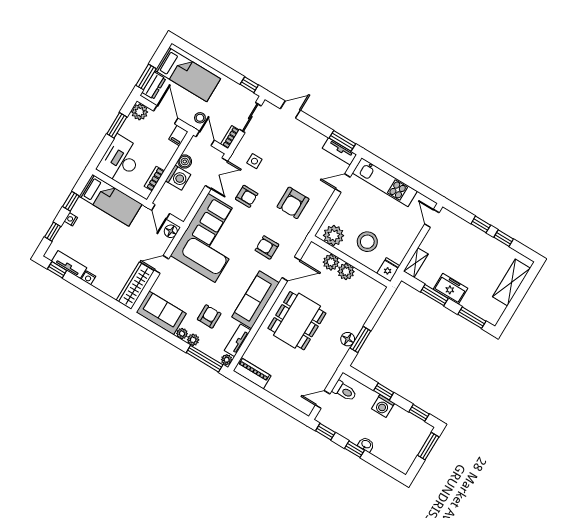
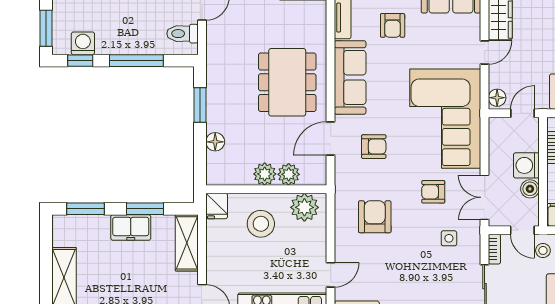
door: (161, 212) -> (523, 113), hinge flipped
shelving: (416, 263) -> (187, 243), width x1.50, depth x1.33
floor lamp: (348, 339) -> (215, 142), moved
window: (384, 392) -> (136, 61), width x2.17
washing machine: (383, 406) -> (83, 43), moved

